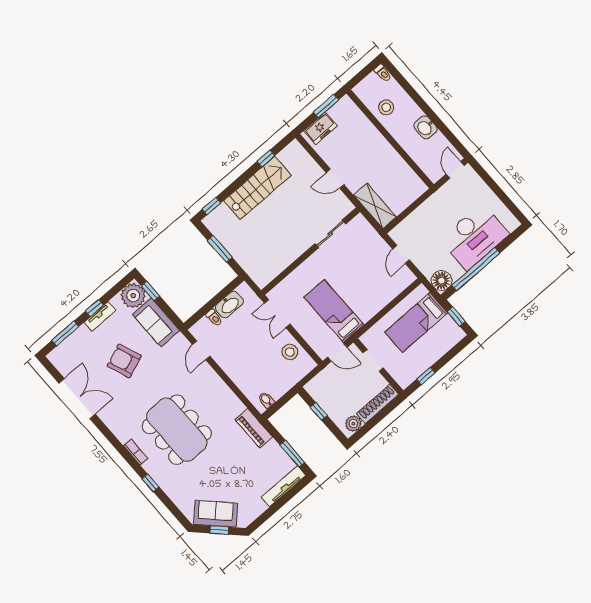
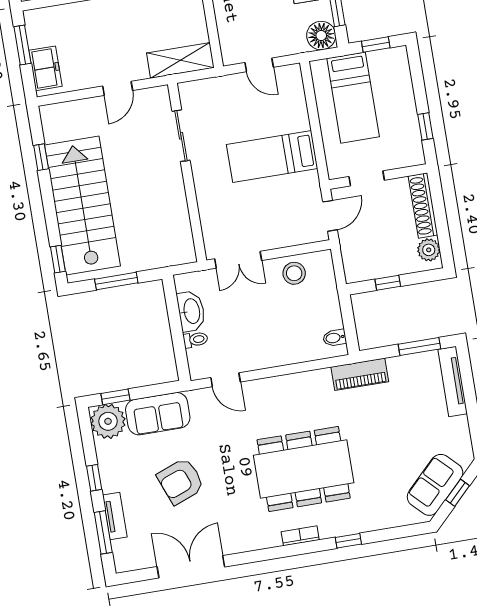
stairs: (257, 188) -> (82, 205), width x1.36, depth x1.51
bed: (334, 311) -> (272, 156), moved
tv unit: (100, 316) -> (115, 516), moved

